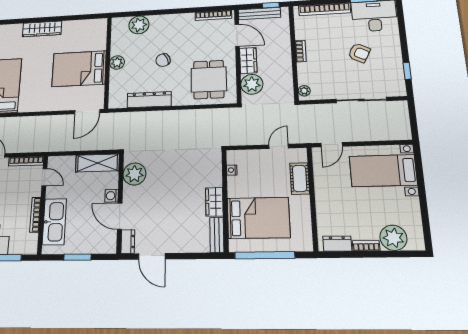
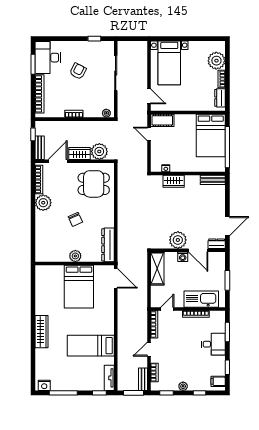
bench: (259, 14) -> (40, 148), width x0.73
plant: (139, 25) -> (43, 203), moved
wardrobe: (42, 29) -> (41, 332), moved
dresser: (149, 100) -> (108, 245), moved
plant: (134, 174) -> (178, 240), moved
cot: (300, 178) -> (162, 120), moved
wardrobe: (214, 202) -> (174, 181), moved
door: (120, 216) -> (198, 250), hinge flipped
bed: (258, 218) -> (211, 135), moved, turned 180

